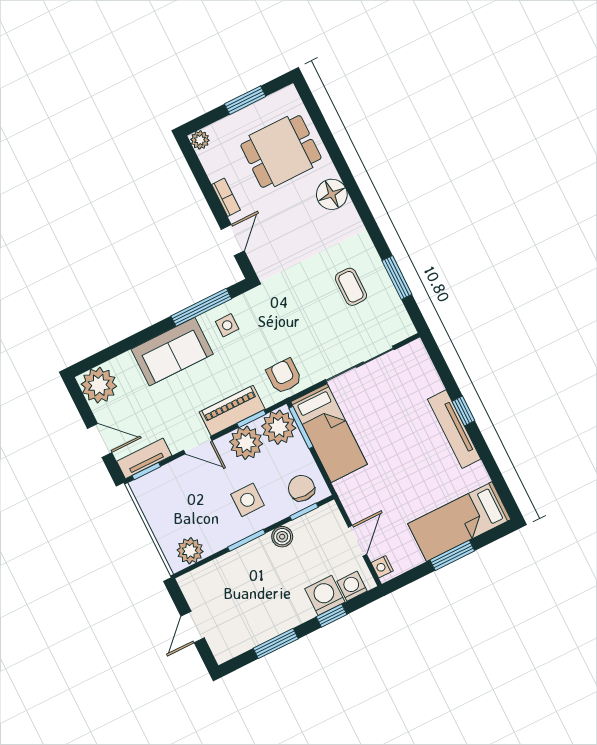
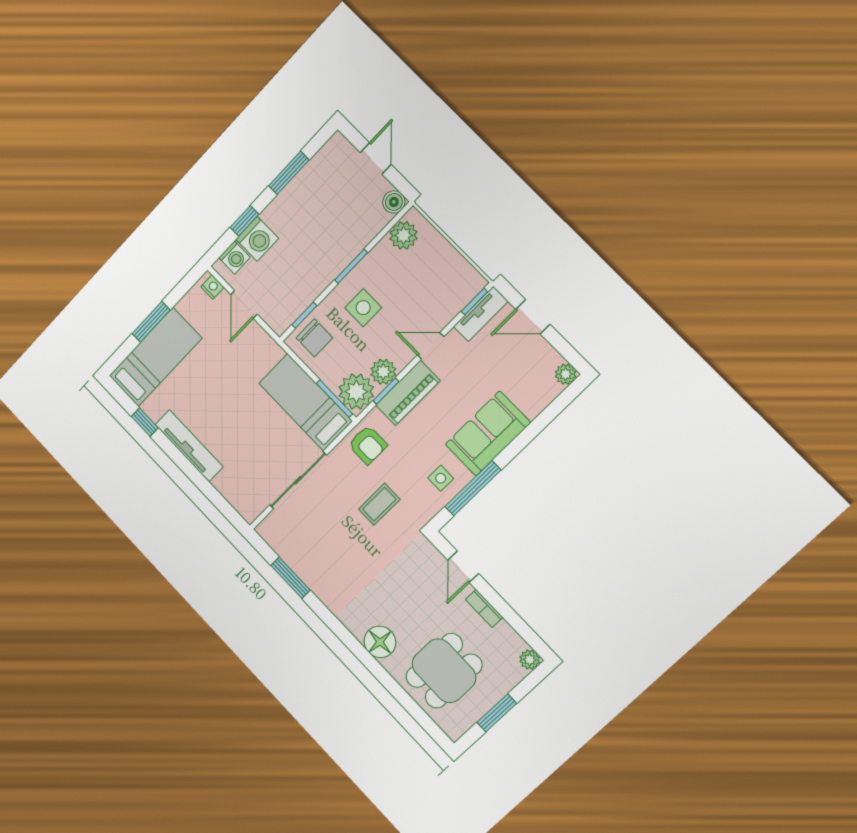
coffee table: (351, 287) -> (379, 504), moved, turned 90
plant: (99, 385) -> (566, 374), width x0.53, depth x0.53
window: (463, 411) -> (145, 422), moved
plant: (246, 443) -> (383, 372), width x0.73, depth x0.73
boiler: (282, 537) -> (394, 202), moved

